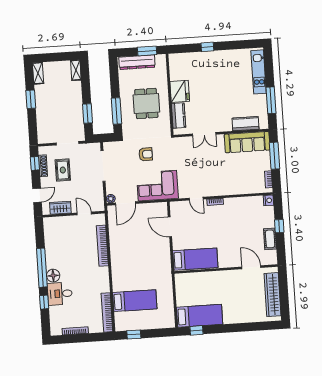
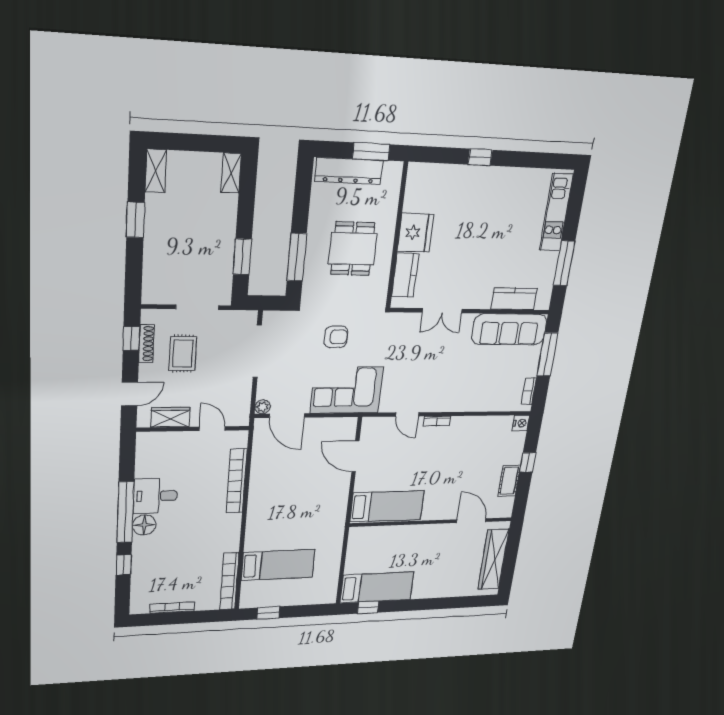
door: (125, 203) -> (287, 416), hinge flipped
desk: (60, 294) -> (155, 496), moved

